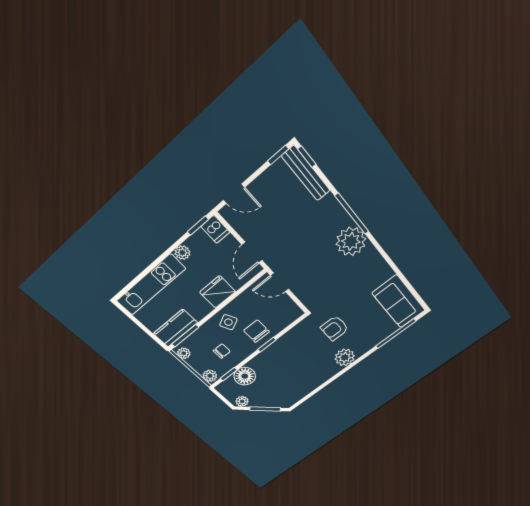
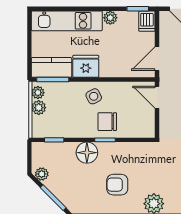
fridge: (218, 292) -> (86, 66), moved
armchair: (335, 328) -> (117, 185), moved
chair: (256, 331) -> (107, 122), turned -90
chair: (222, 351) -> (67, 116), removed
plant: (210, 376) -> (39, 108), moved
floor lamp: (245, 376) -> (87, 153), moved

